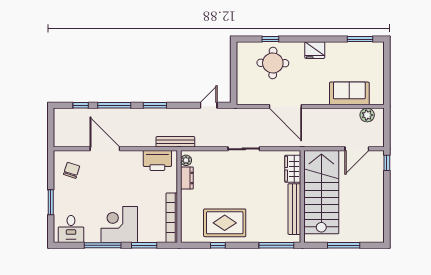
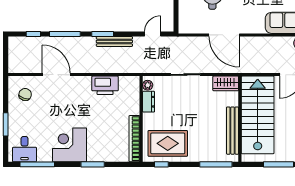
bench: (175, 142) -> (114, 41), moved
plant: (186, 160) -> (148, 85), moved
wardrobe: (293, 169) -> (226, 83), moved, turned -90
dresser: (187, 178) -> (149, 102), moved
wall: (179, 197) -> (141, 119), moved
bookcase: (172, 218) -> (134, 139), moved
window: (103, 245) -> (37, 164), moved

